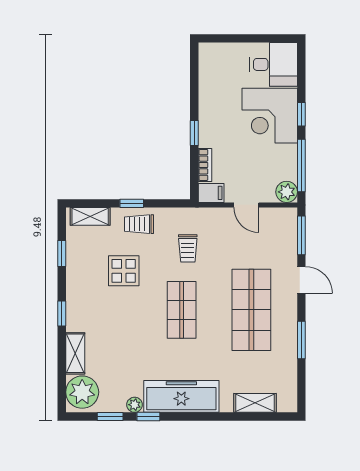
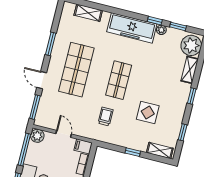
trolley: (139, 224) -> (131, 139), removed

